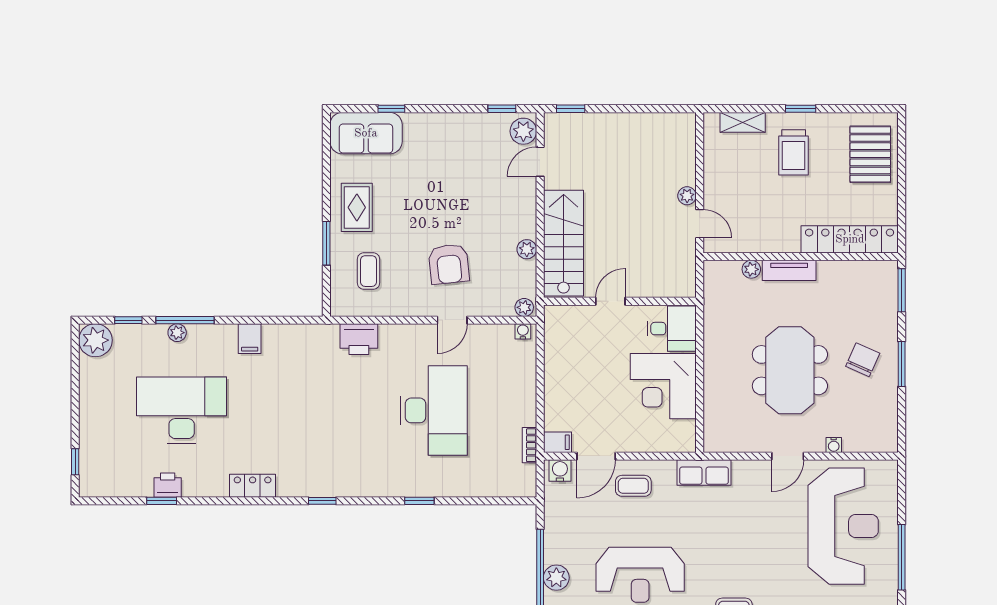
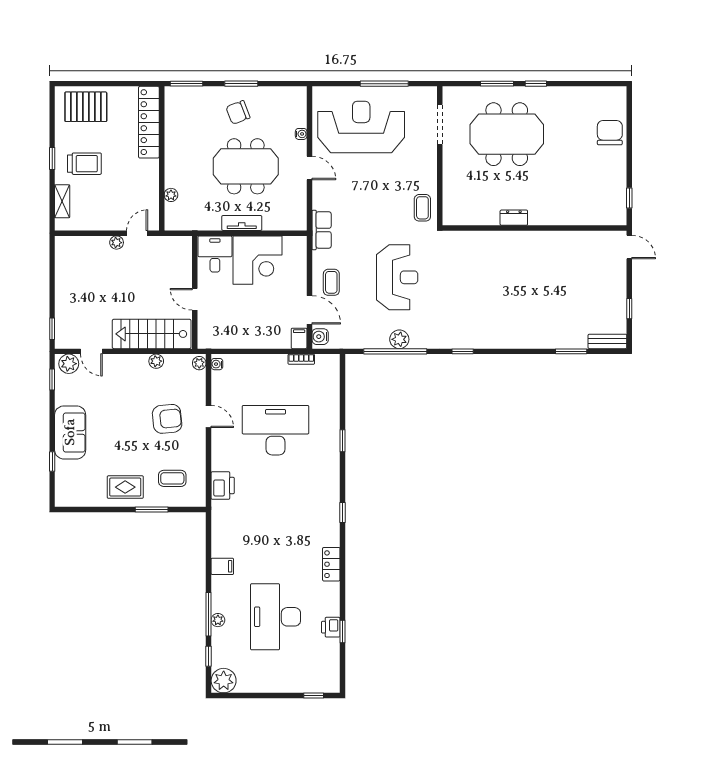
sofa: (366, 133) -> (70, 432), moved
tv unit: (789, 270) -> (242, 223), moved, turned -90
chair: (863, 360) -> (238, 112), turned -45

